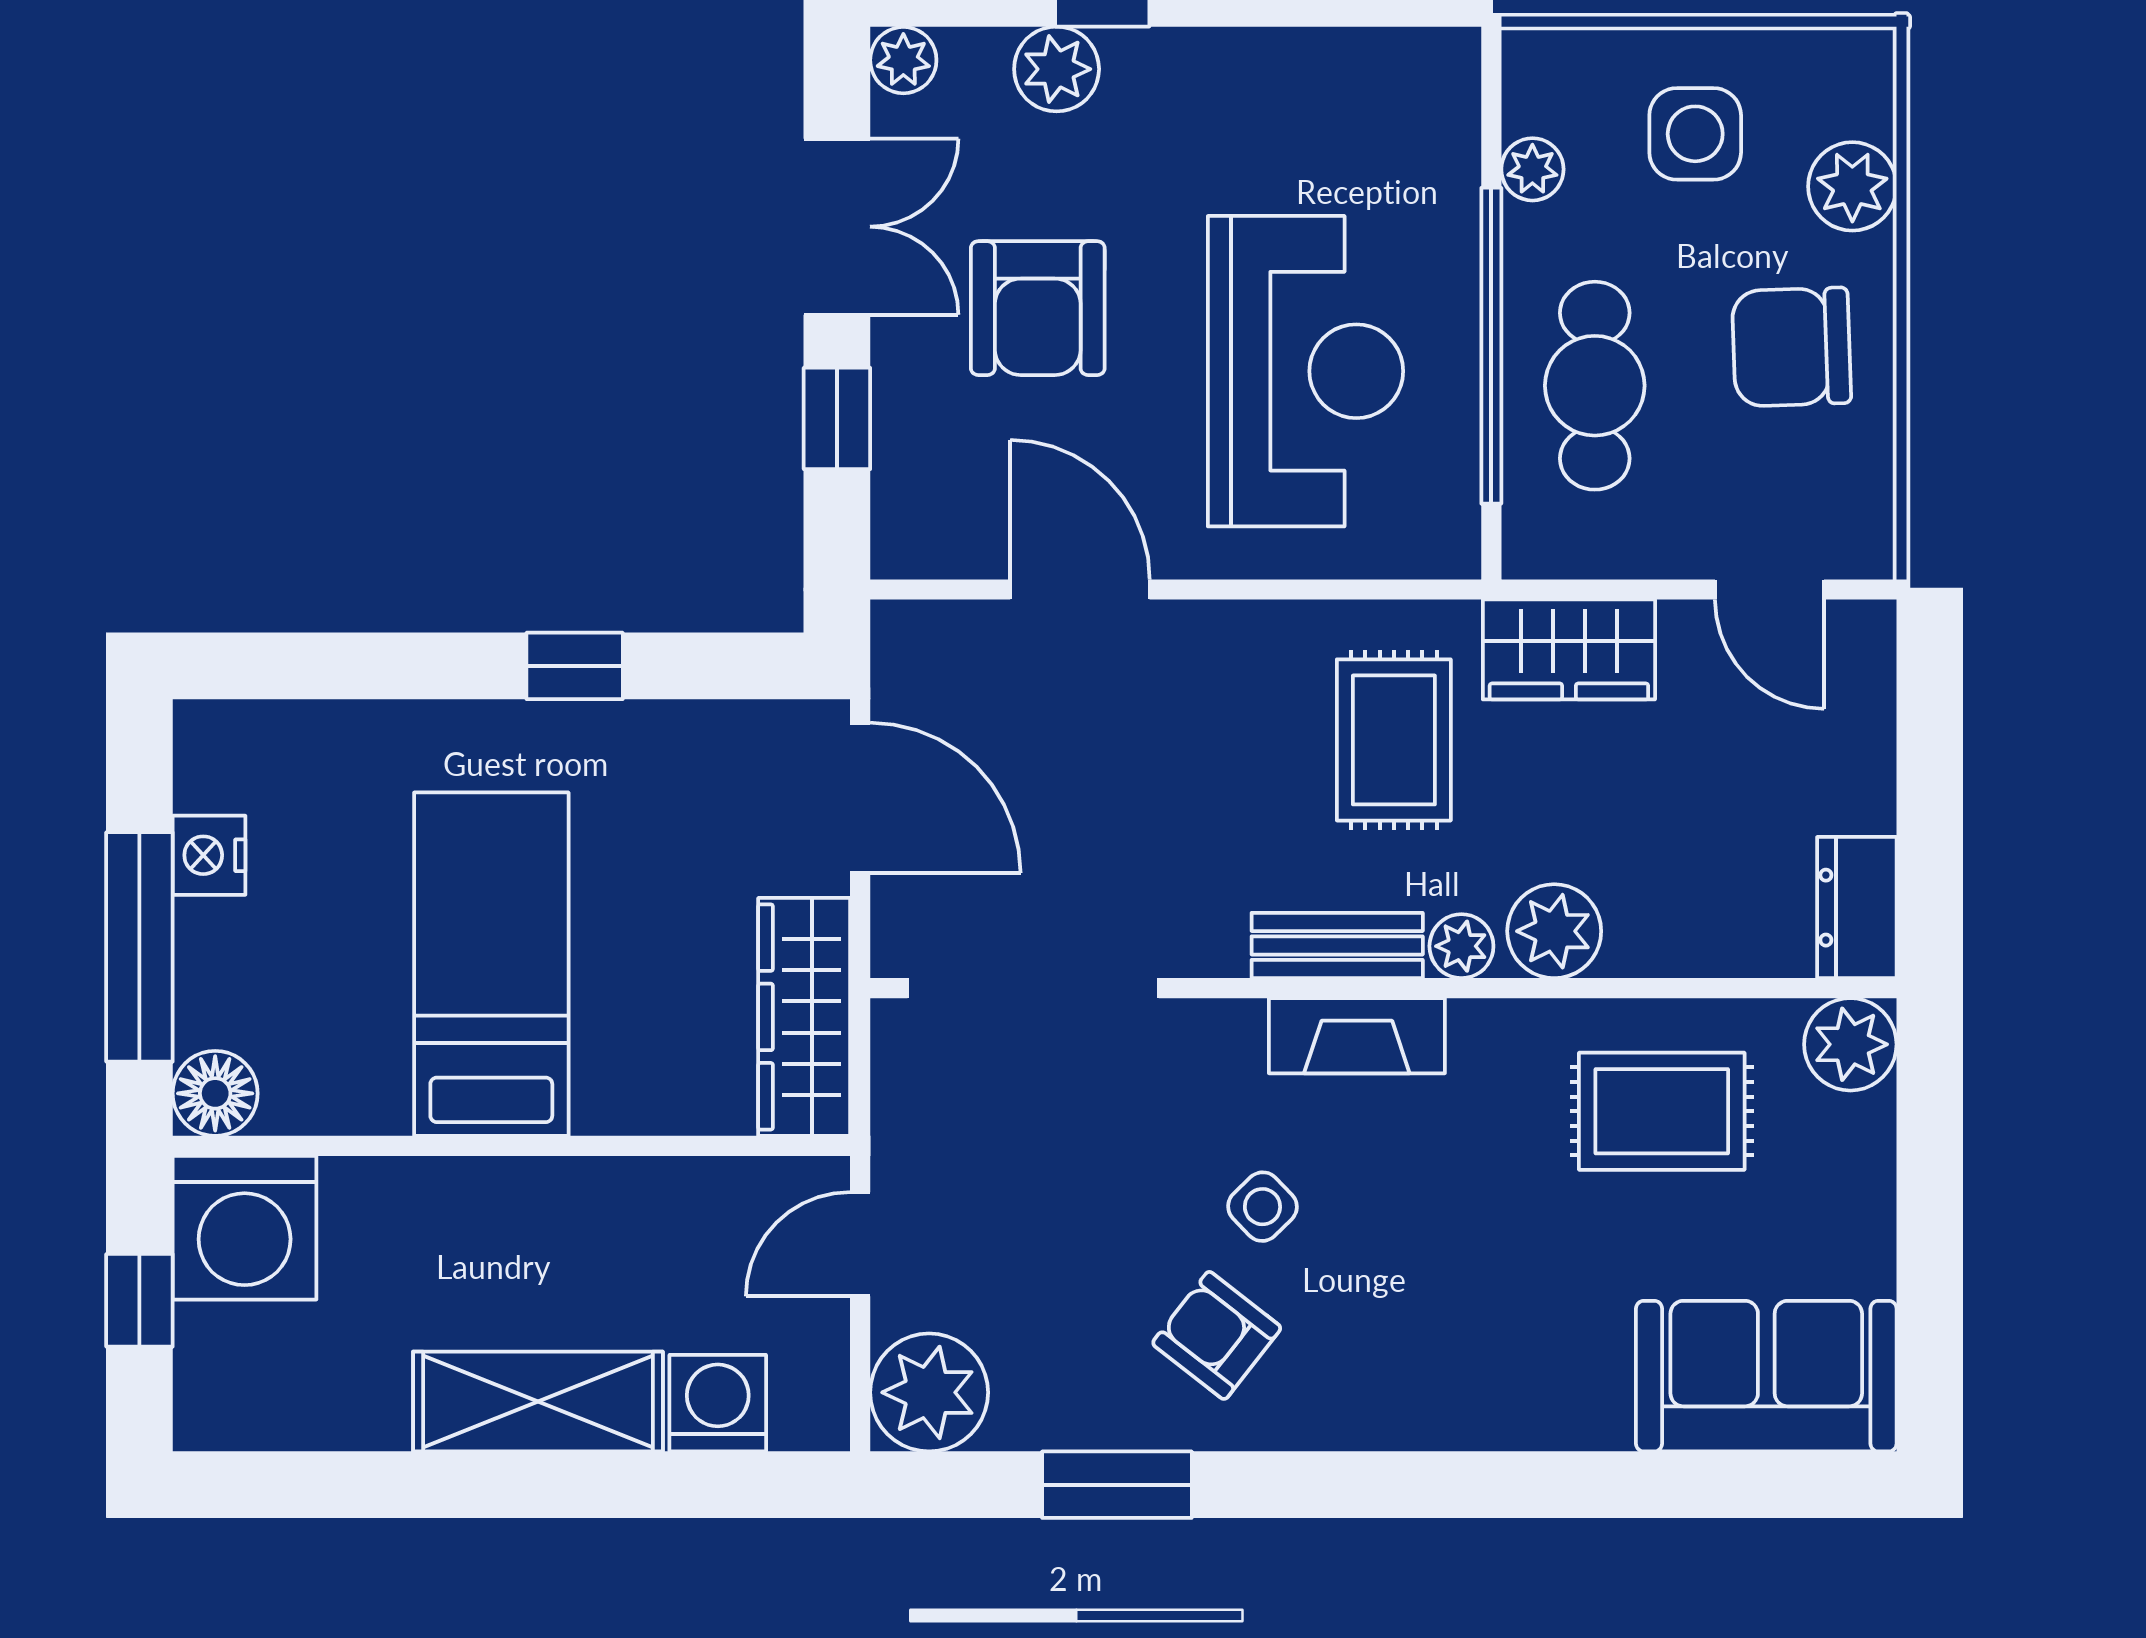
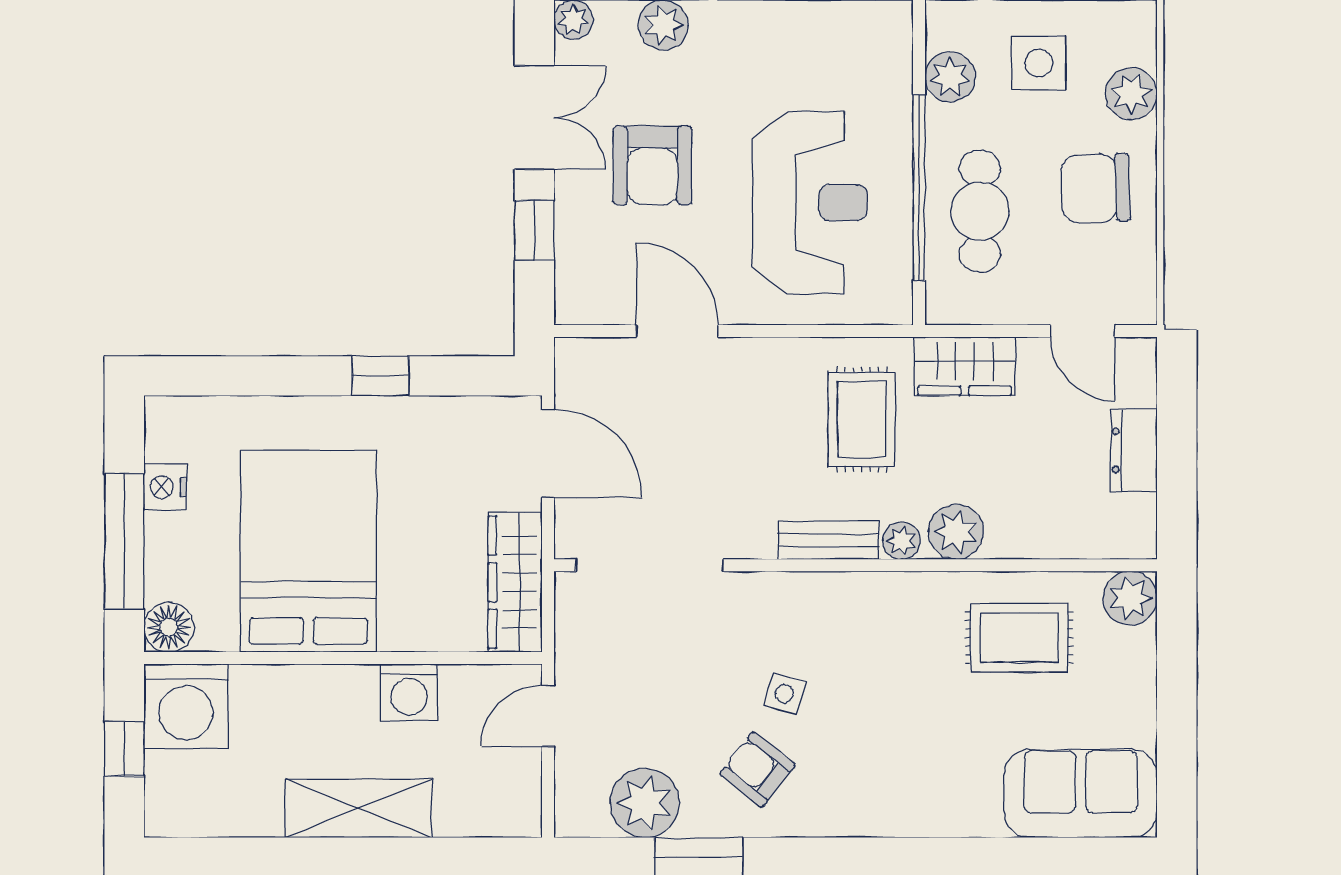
plant: (1532, 169) -> (950, 77), width x1.38, depth x1.38
dresser: (1857, 908) -> (1134, 450), moved
bed: (491, 964) -> (308, 551), width x1.50
fireplace: (1357, 1036) -> (840, 593), removed
side table: (1262, 1207) -> (784, 694), turned -30
plant: (929, 1392) -> (645, 803), moved
washing machine: (718, 1403) -> (409, 692), moved, turned 180

